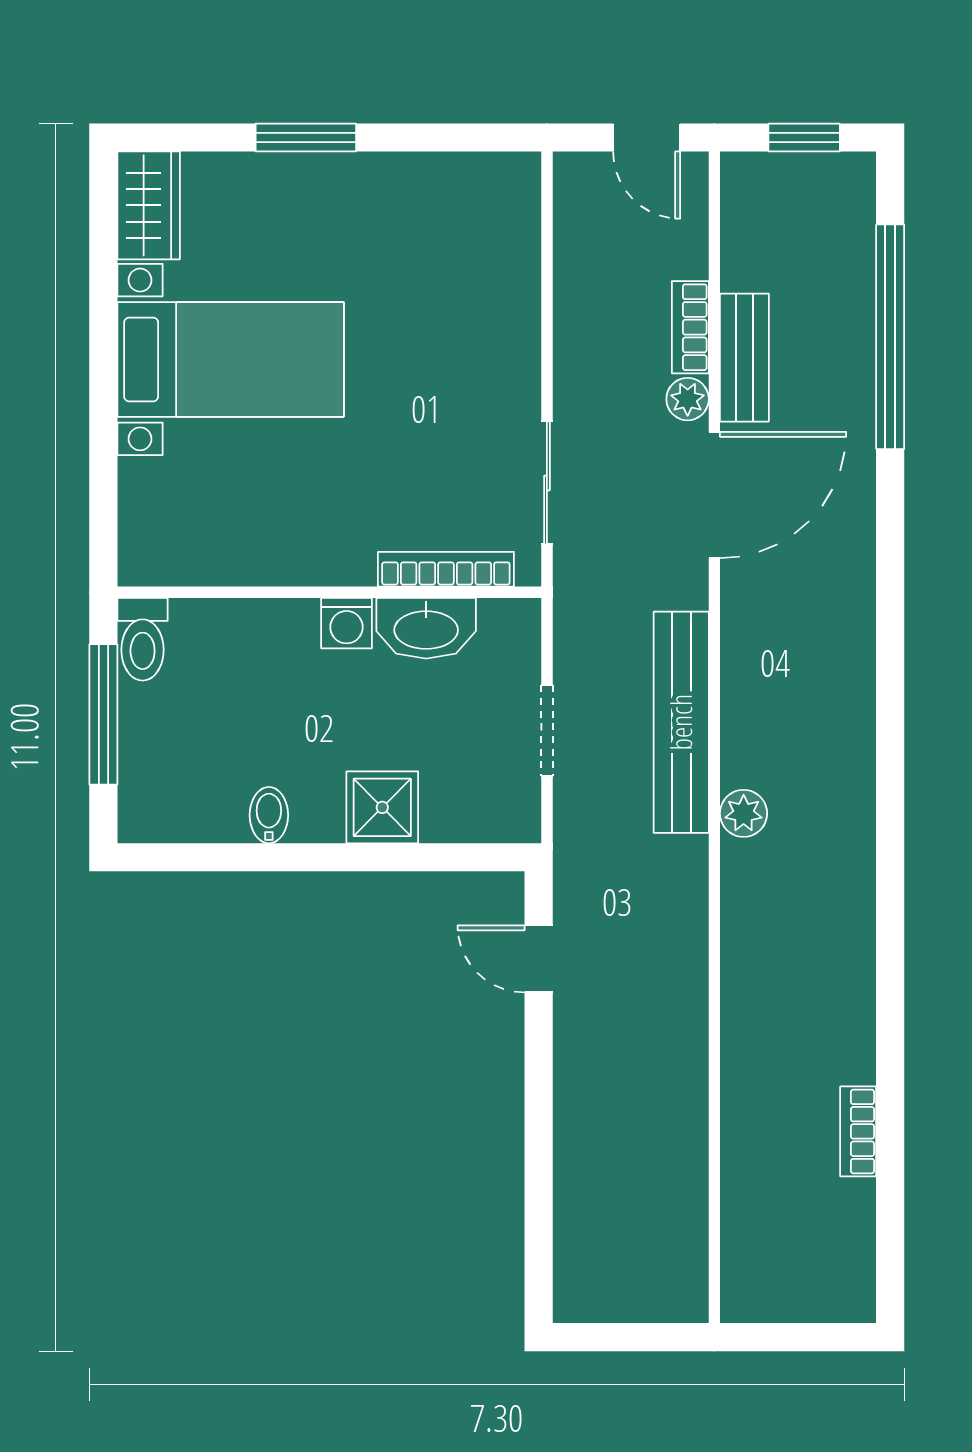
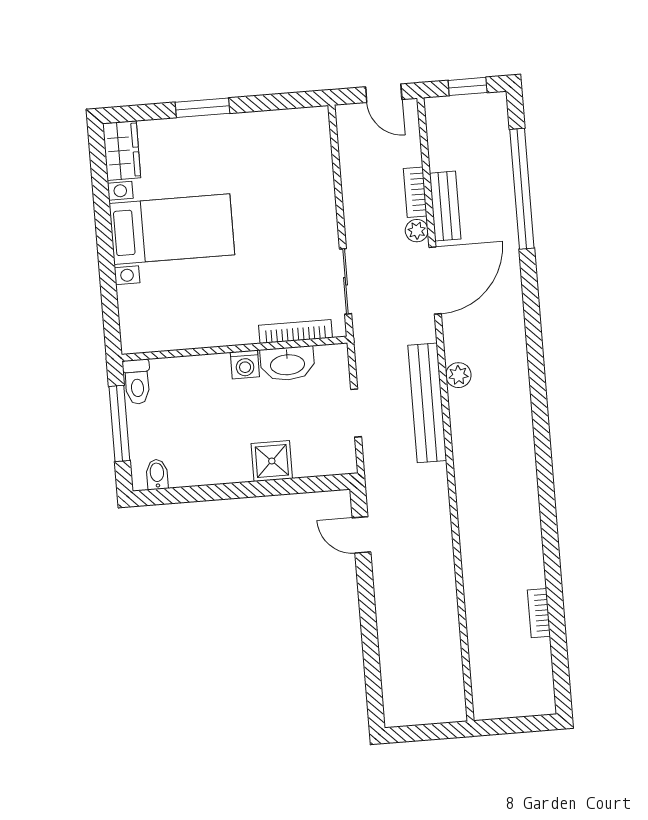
plant: (744, 813) -> (458, 375), moved
bidet: (269, 815) -> (157, 474), moved

